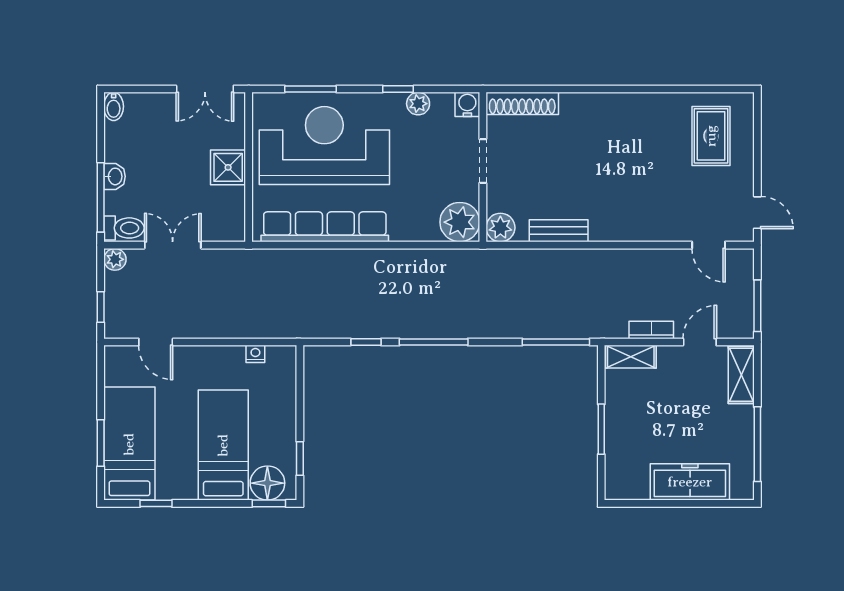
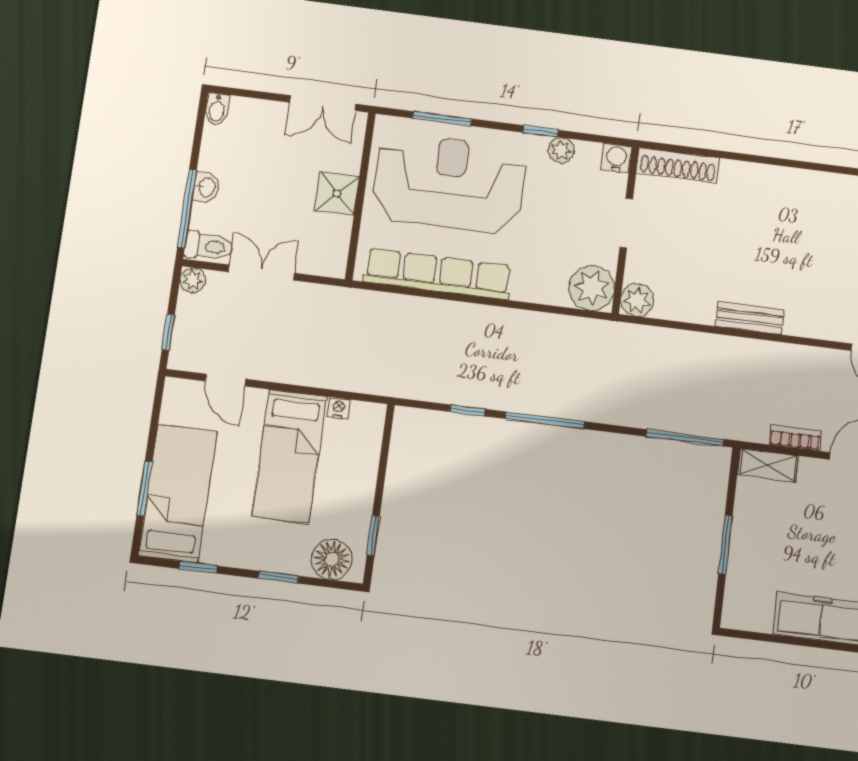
bench: (559, 231) -> (750, 318), moved
bed: (223, 445) -> (289, 456), moved, turned 180
window: (269, 503) -> (279, 577), moved

